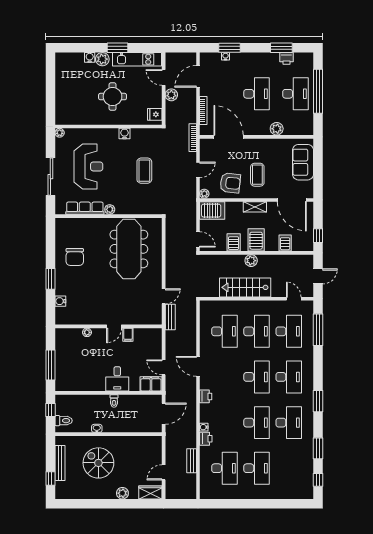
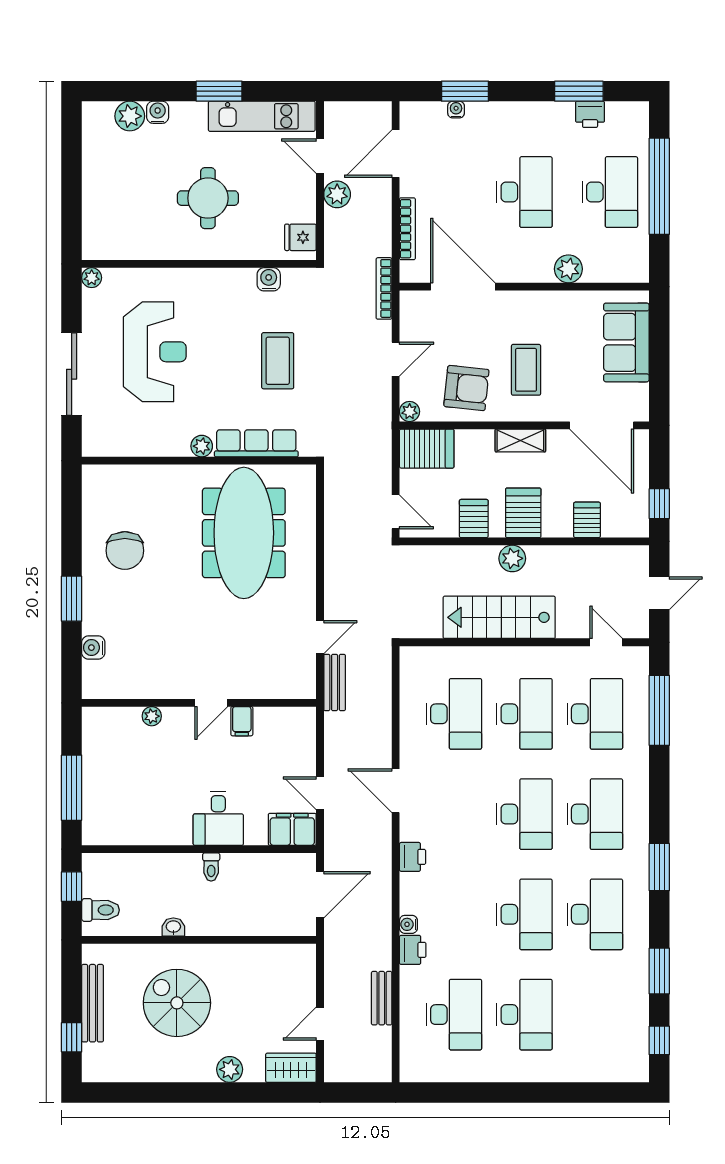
plant: (102, 59) -> (130, 116), moved
water cooler: (124, 133) -> (269, 279), moved
row of seats: (85, 208) -> (256, 443), moved

